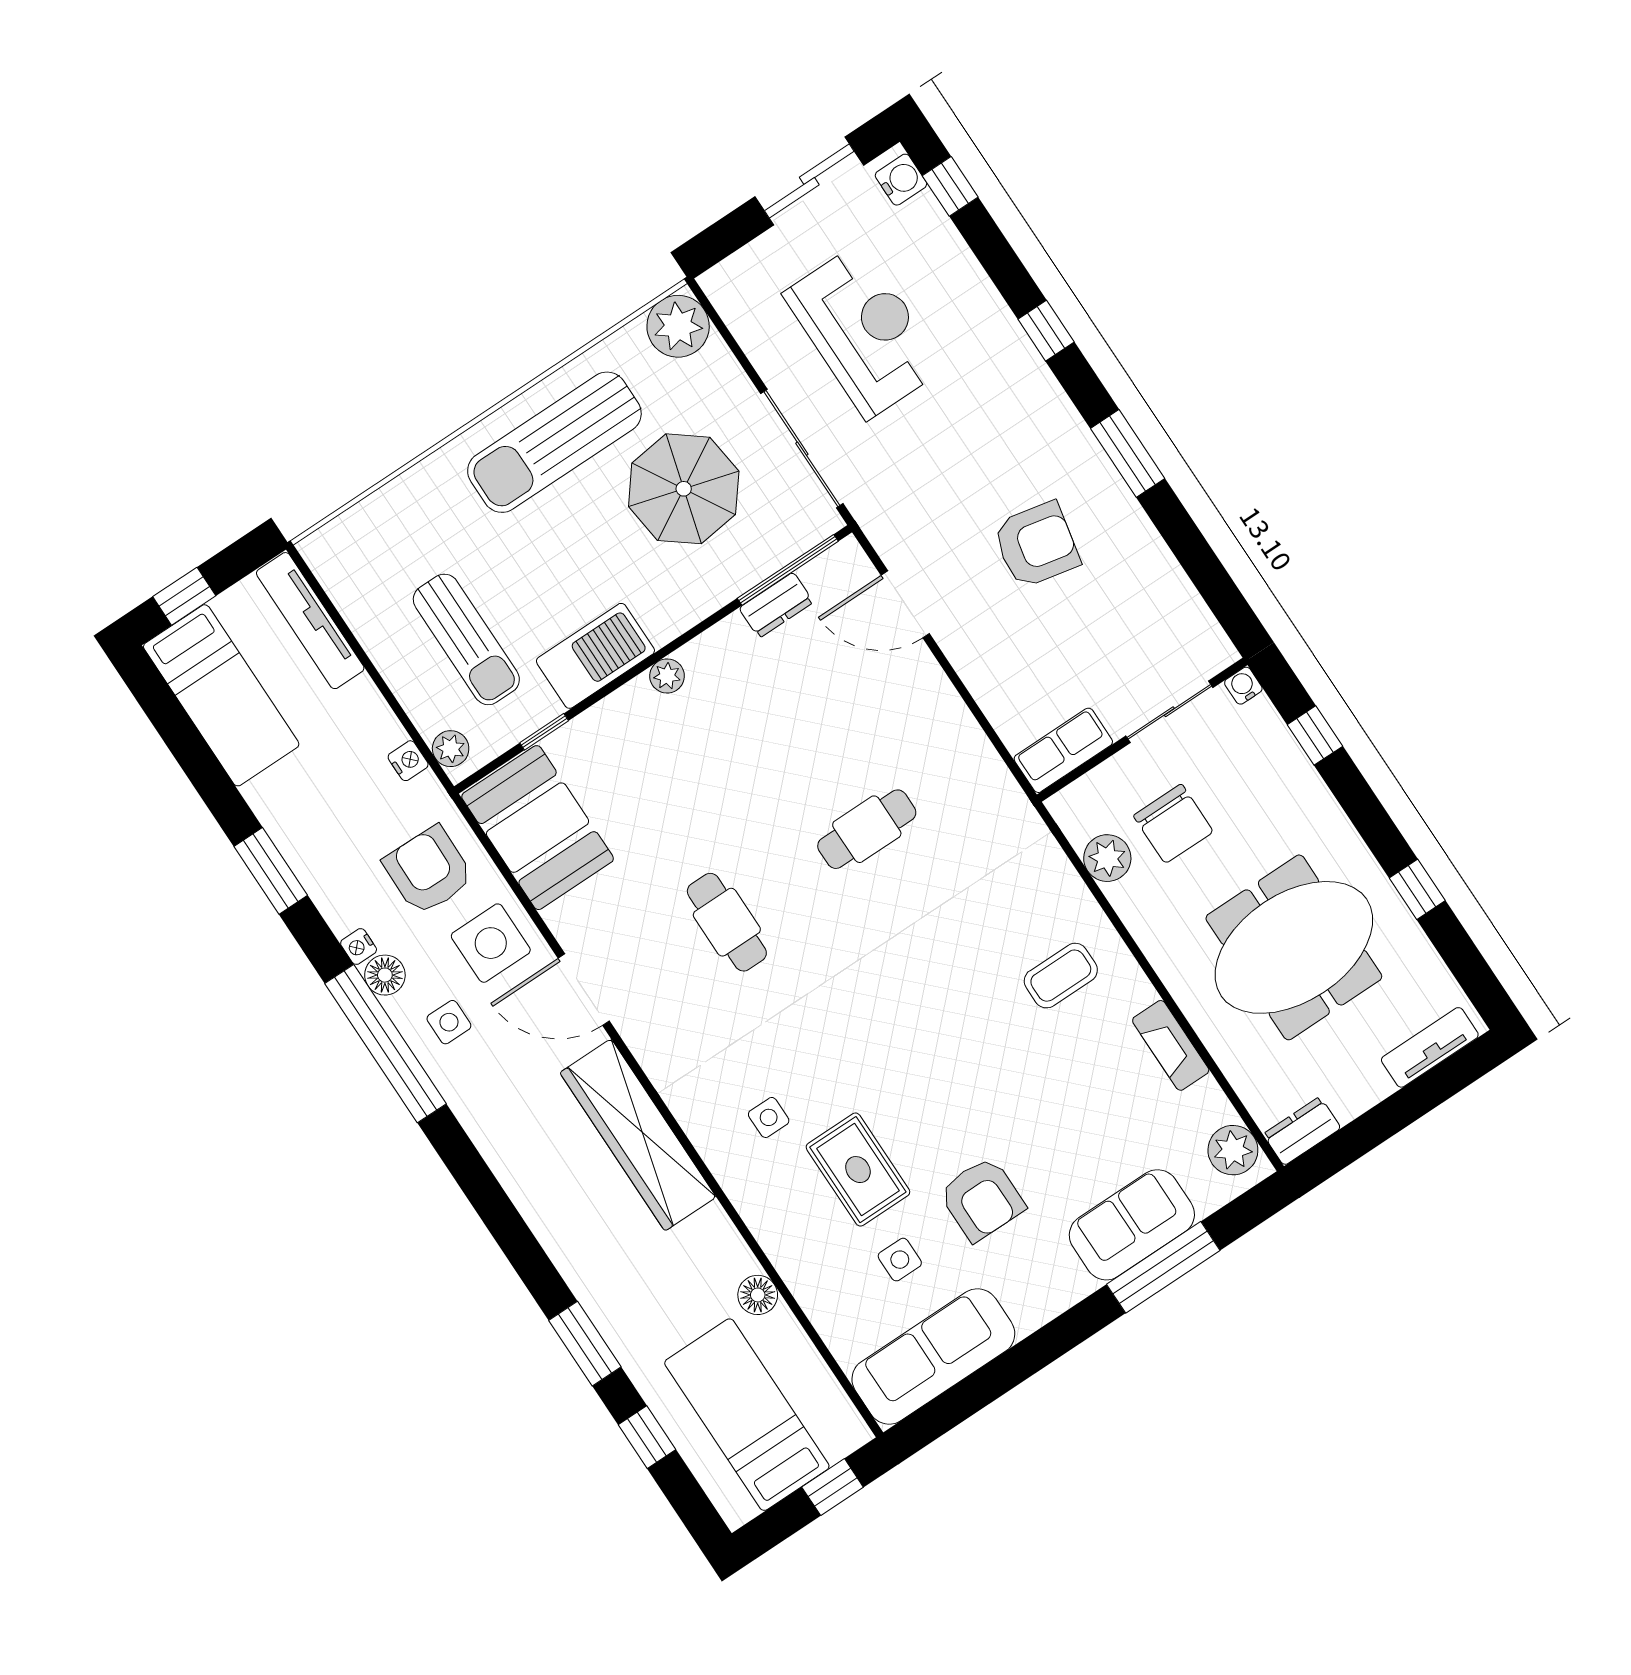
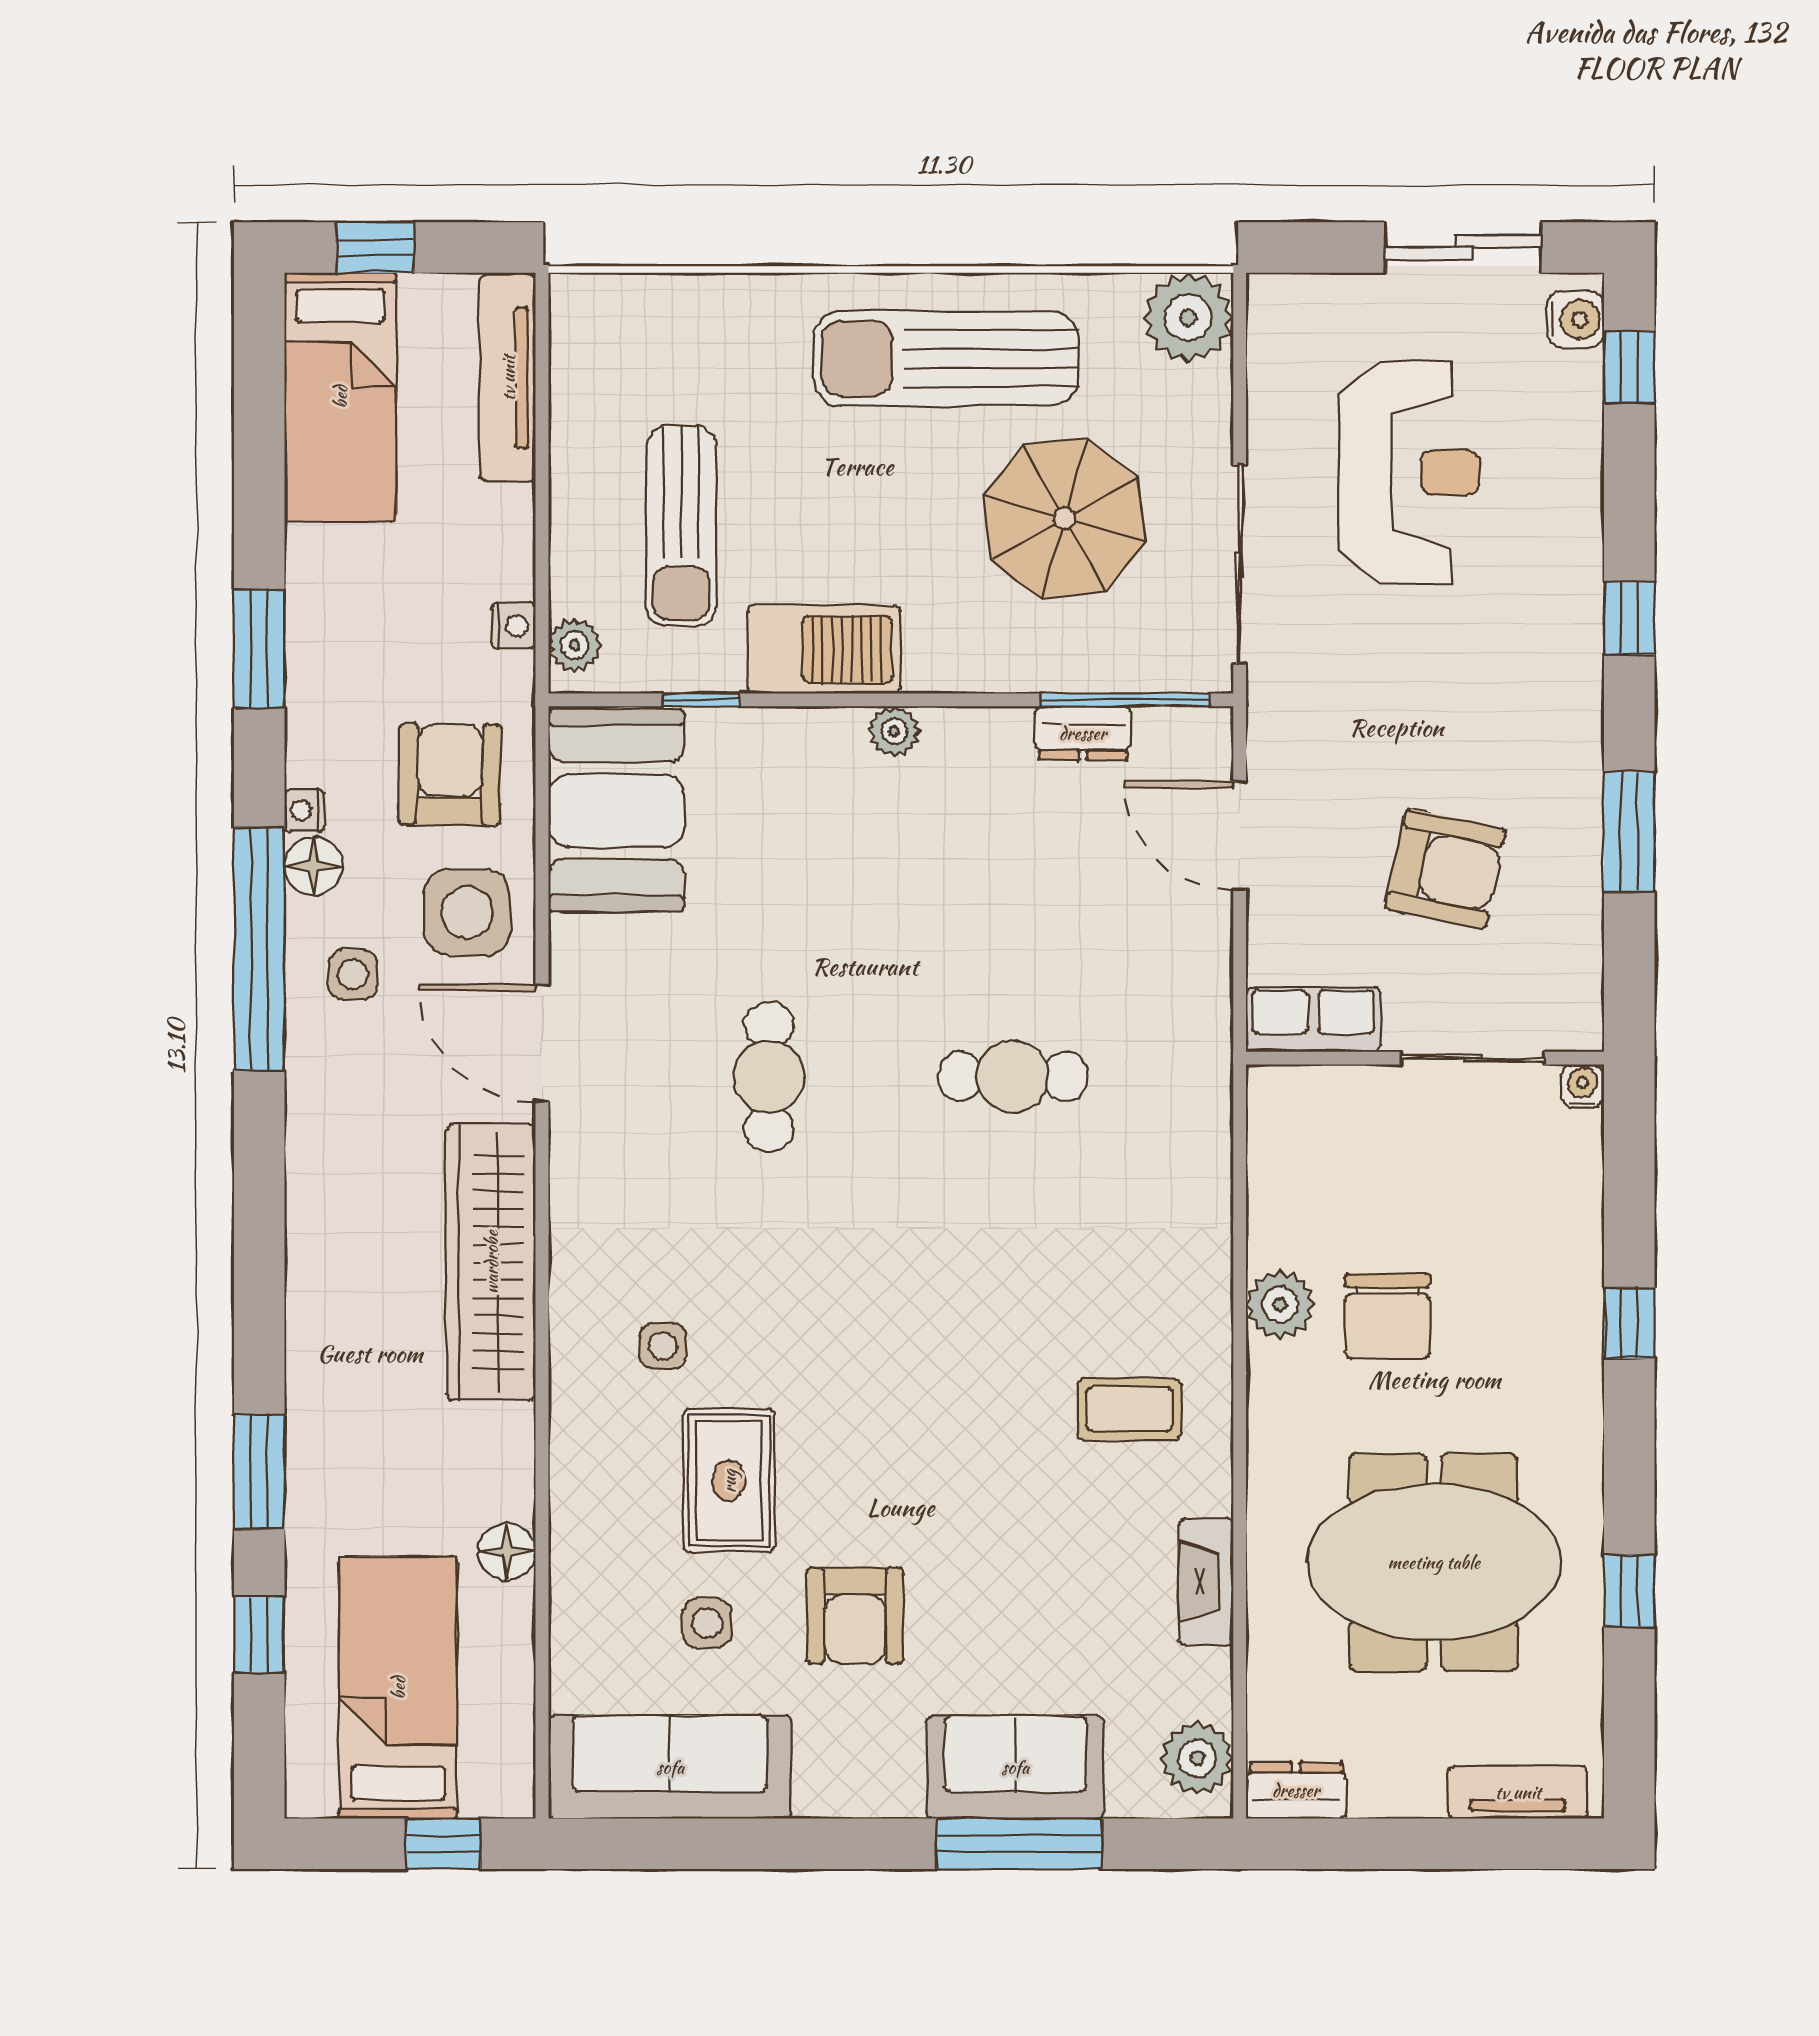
water cooler: (1243, 686) -> (1583, 1086), moved
sliding door: (1169, 712) -> (1472, 1058), moved
wall: (1142, 730) -> (1425, 1058), moved
row of seats: (1063, 750) -> (1313, 1020), moved

